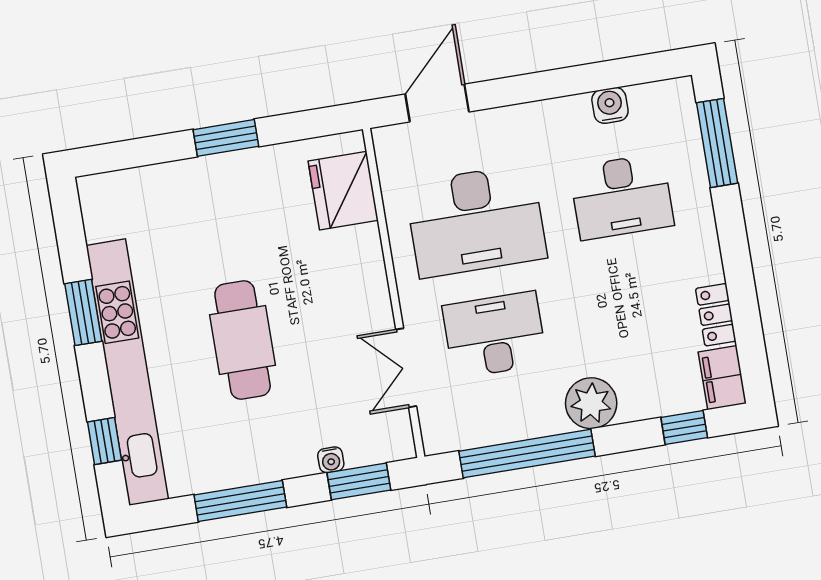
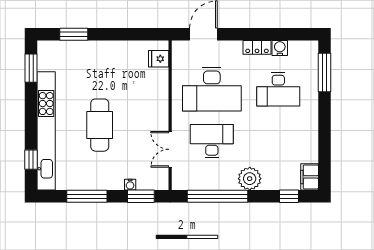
window: (226, 138) -> (74, 34), moved
fridge: (343, 191) -> (159, 59), width x0.53, depth x0.75
window: (83, 312) -> (31, 68), moved
locker: (716, 315) -> (257, 47), moved, turned -90

